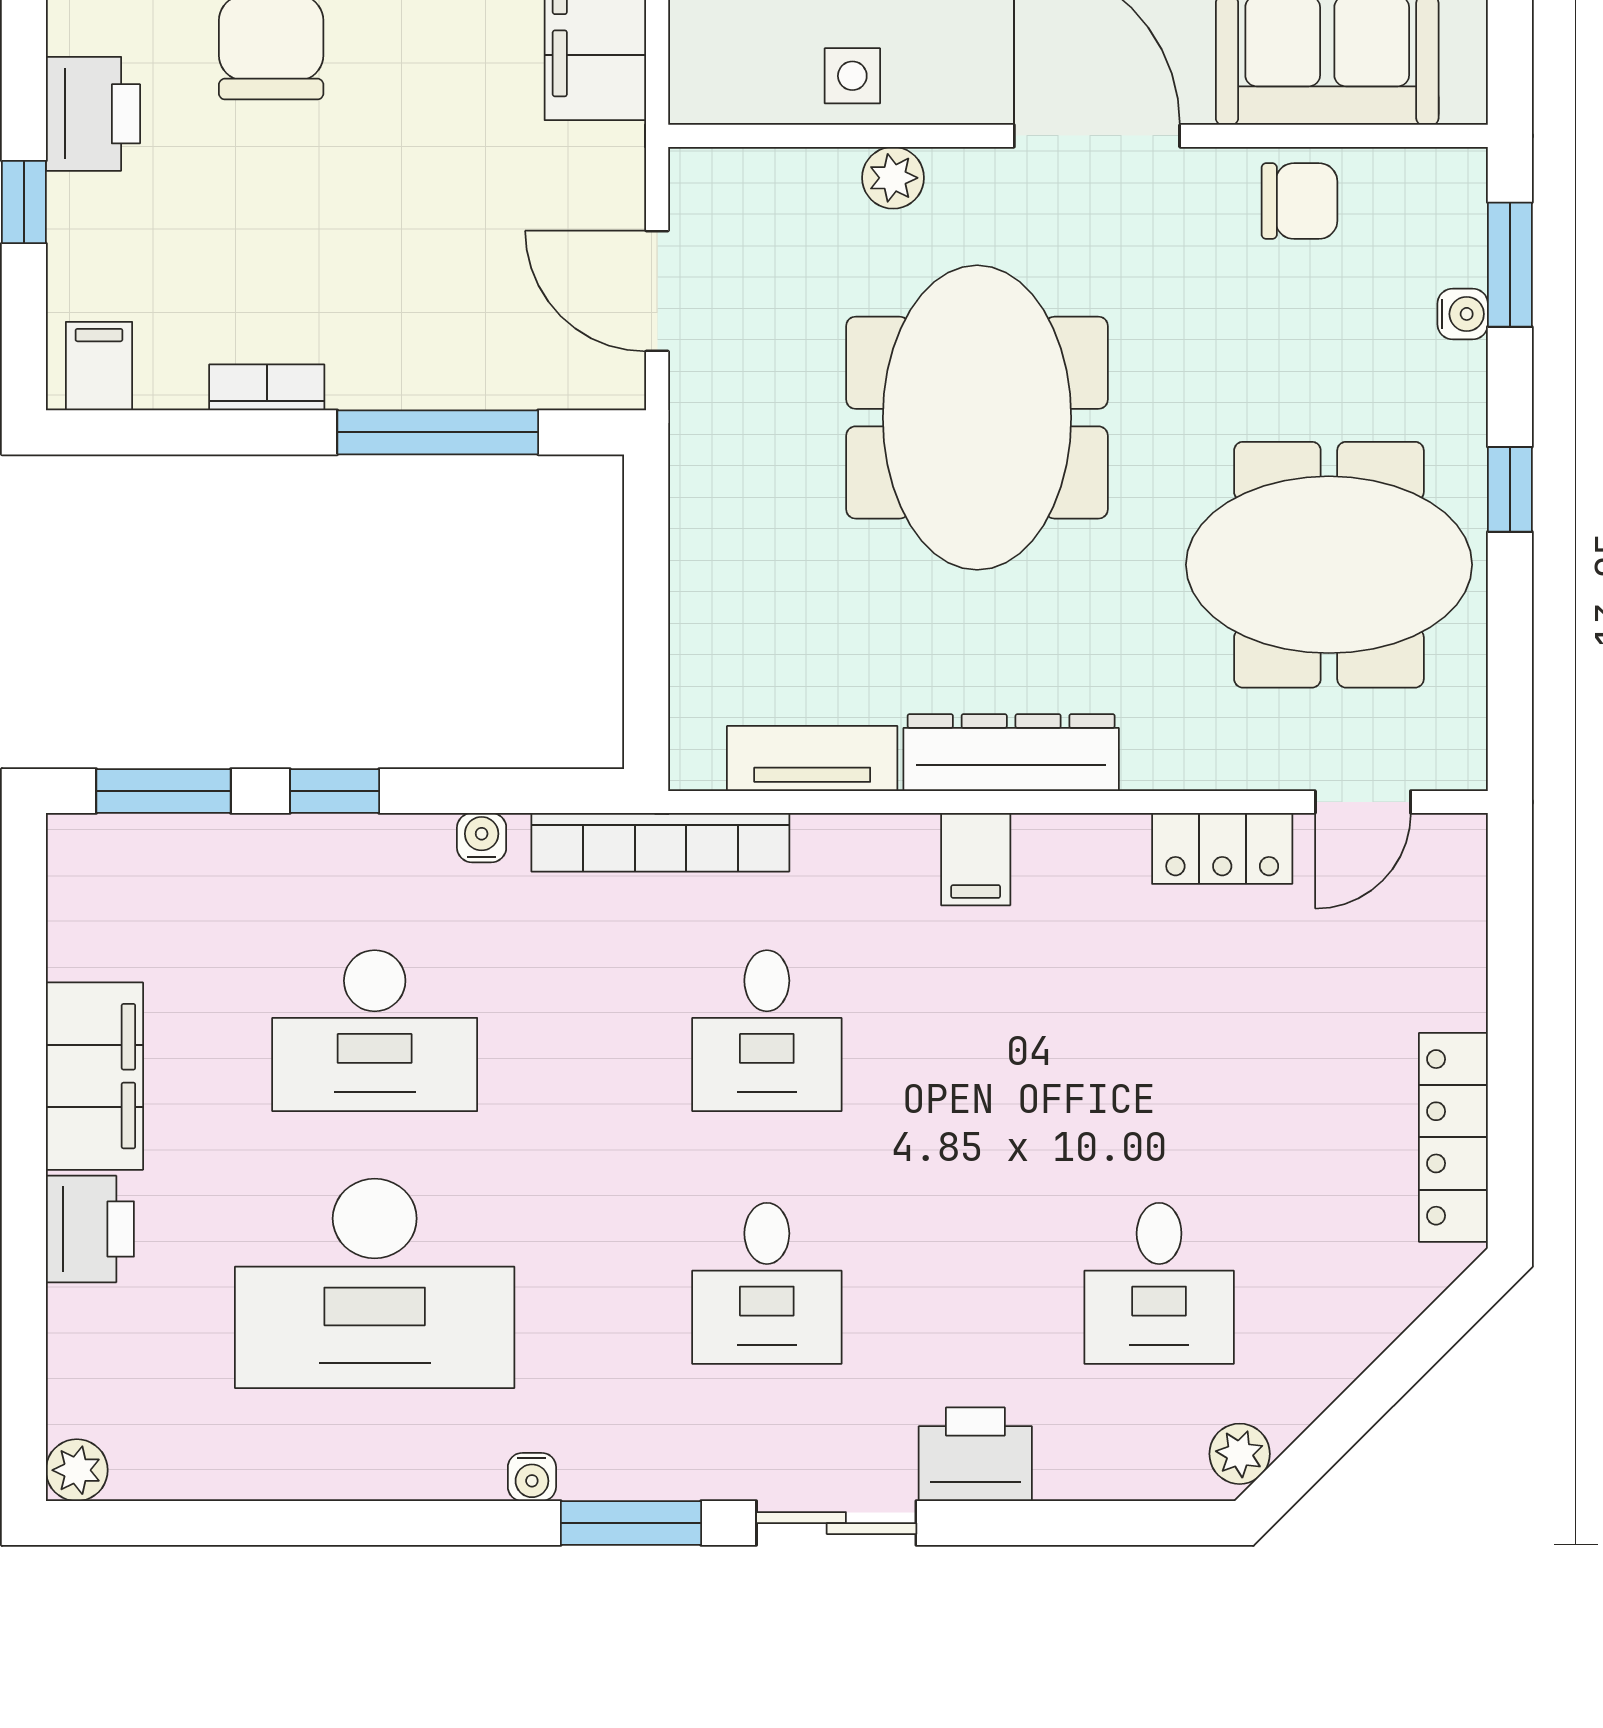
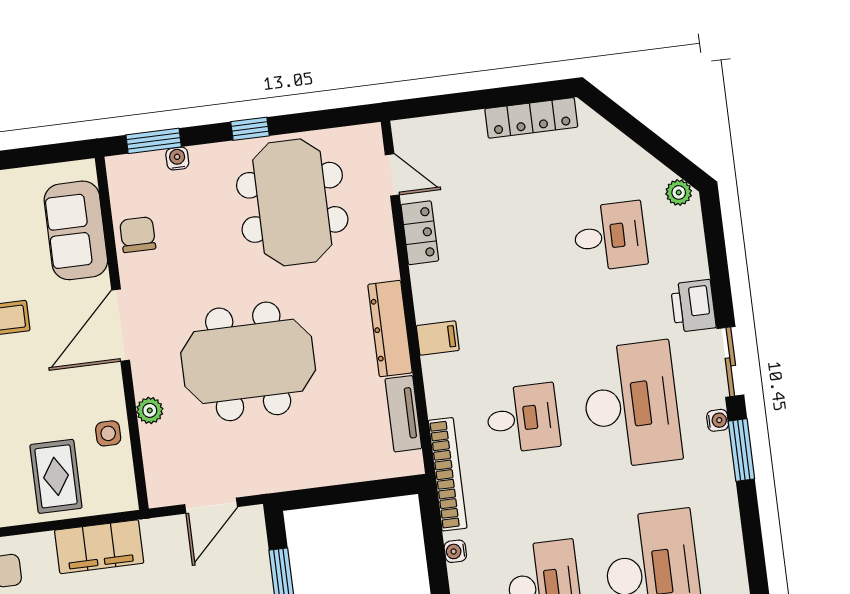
desk: (767, 1283) -> (631, 405), width x1.87, depth x1.30
water cooler: (532, 1477) -> (718, 420), moved

